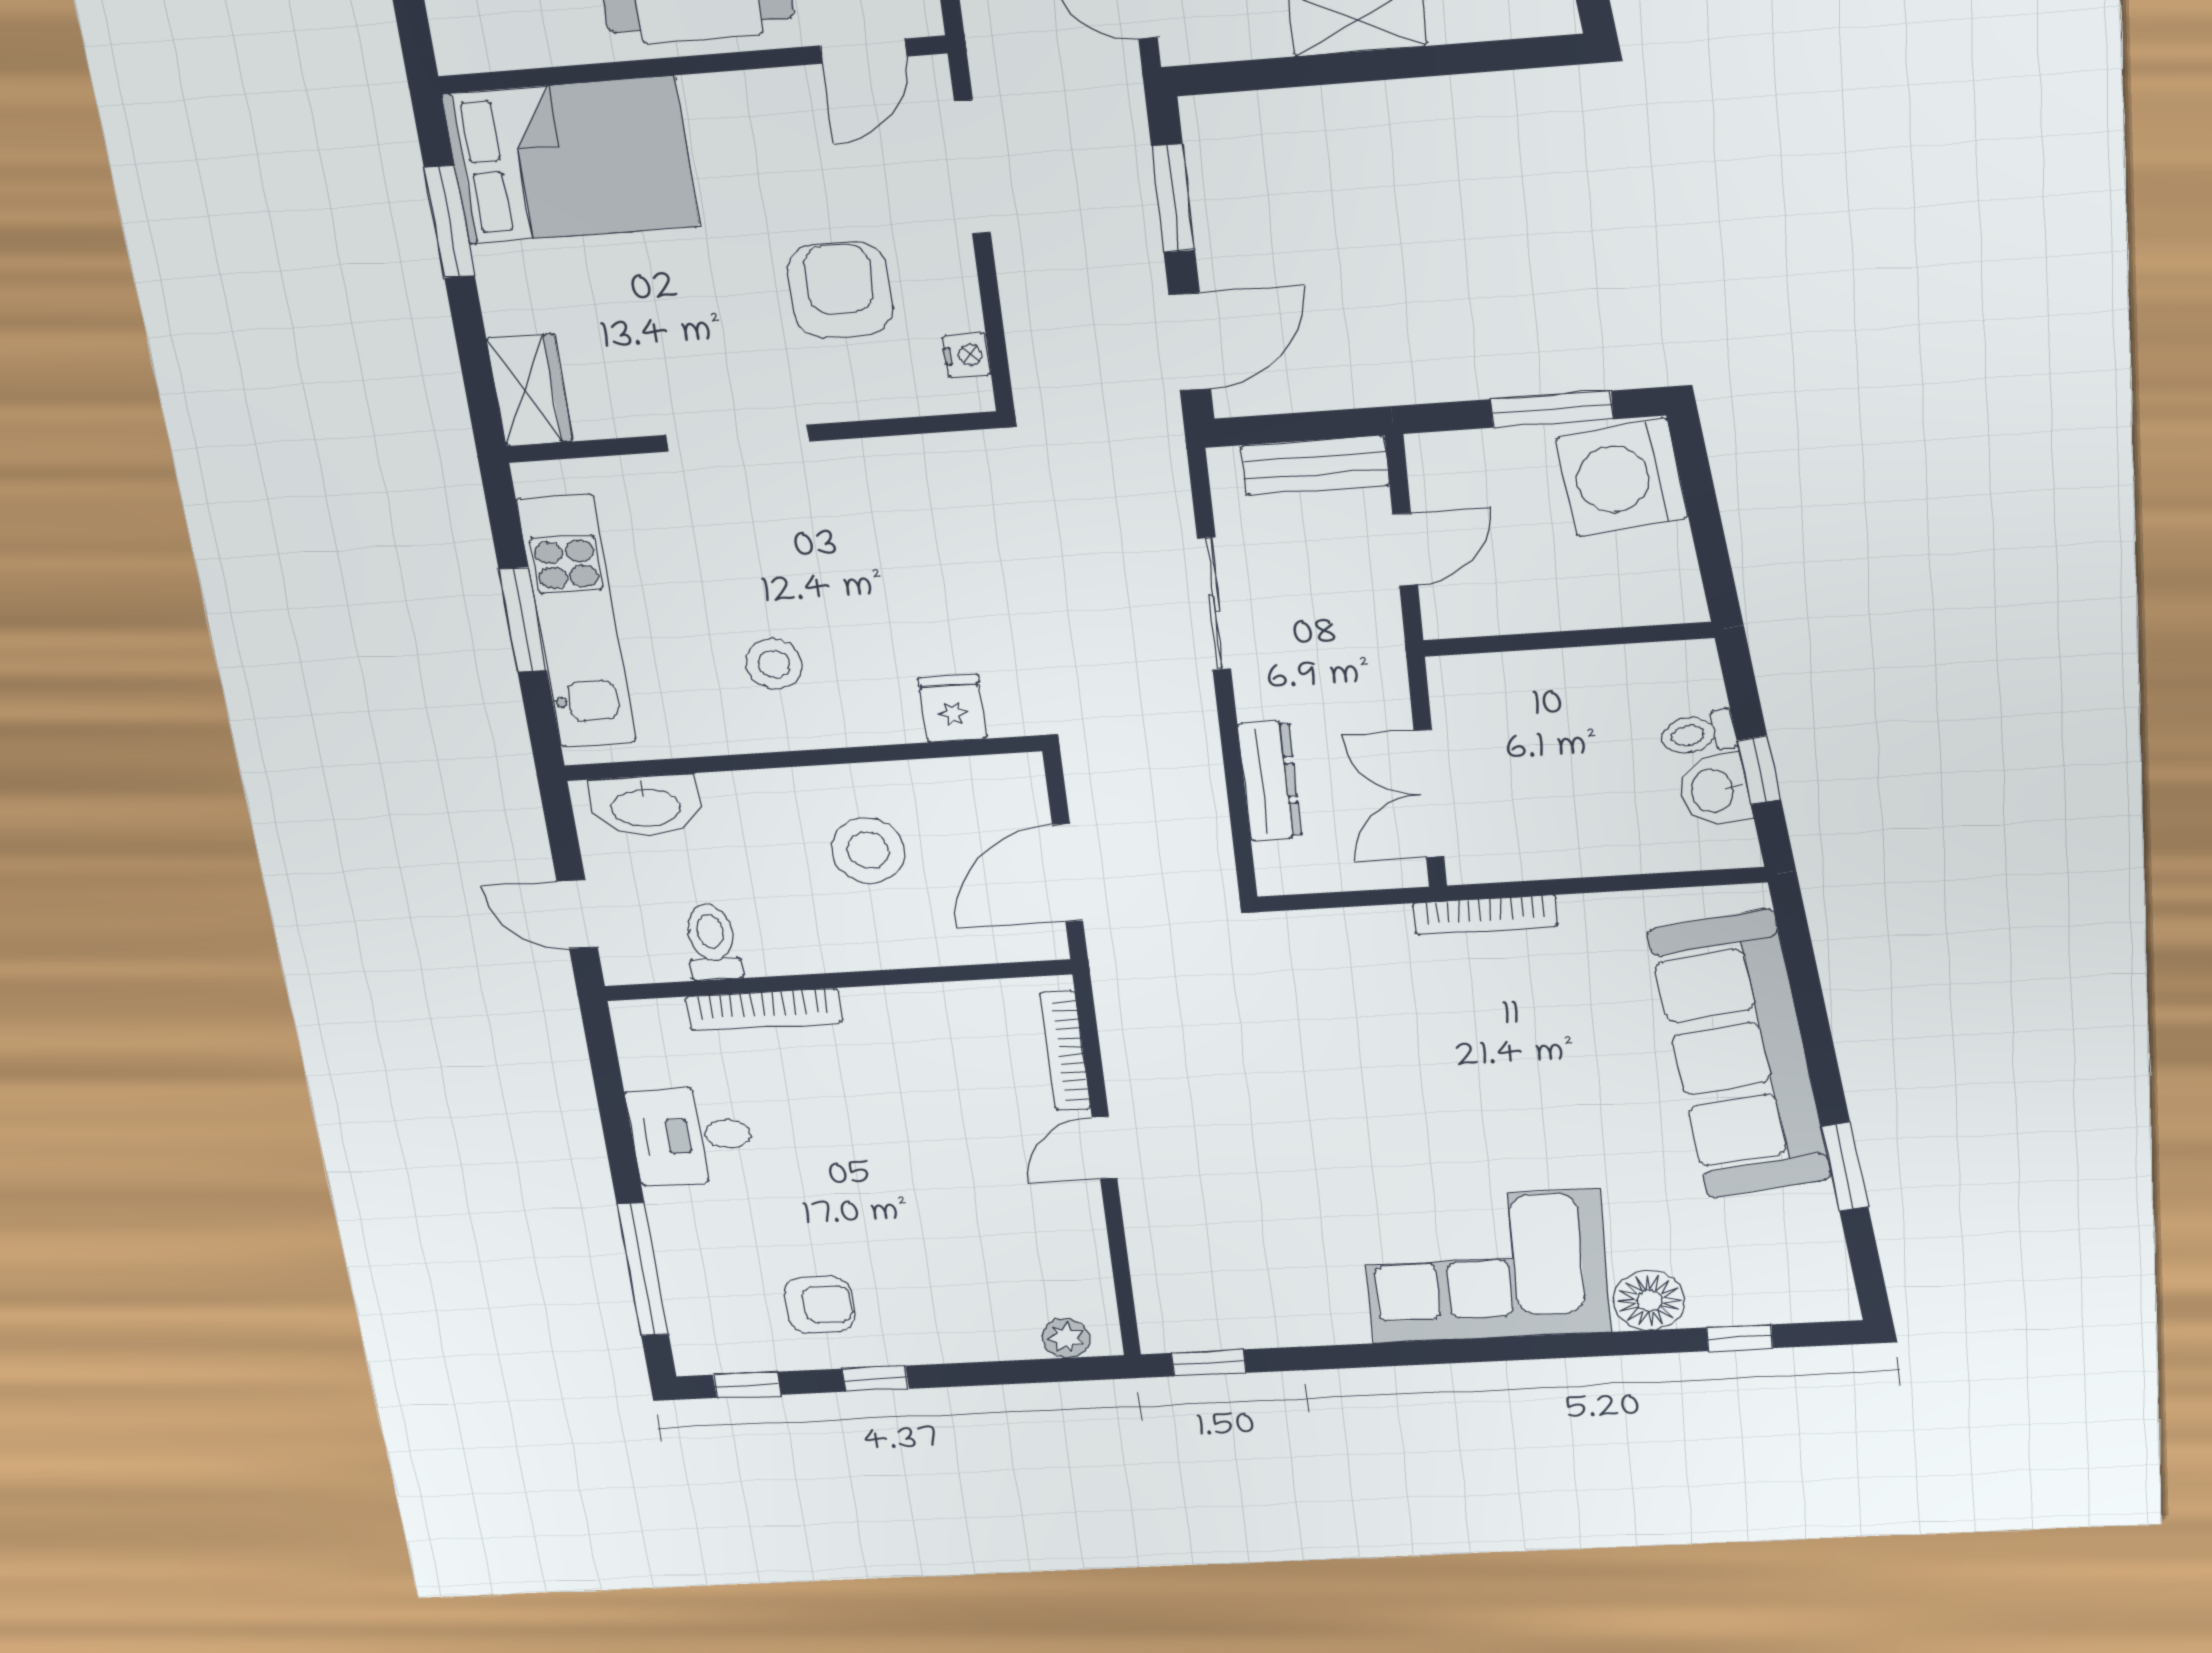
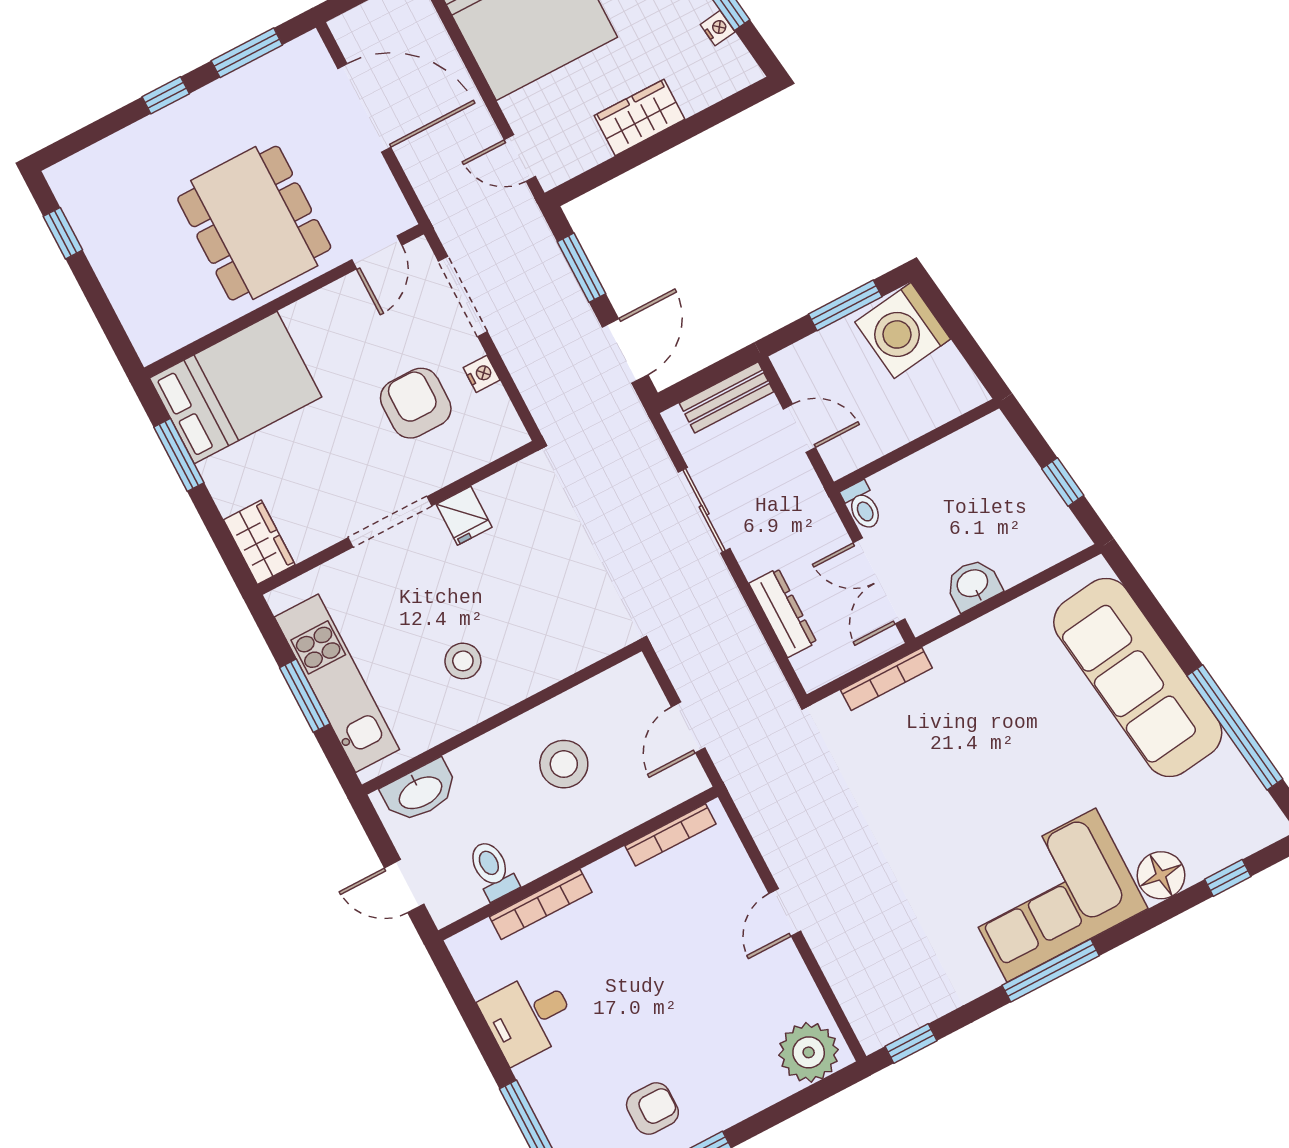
nightstand: (967, 355) -> (482, 374), moved
door: (1405, 549) -> (799, 428), hinge flipped
fridge: (952, 708) -> (464, 516), moved, turned 180
toilet: (1698, 734) -> (862, 506), moved, turned -83
washbasin: (1714, 790) -> (973, 584), moved, turned 97
door: (1068, 873) -> (688, 727), width x0.73
bookcase: (1485, 915) -> (886, 679), moved
bookcase: (1065, 1051) -> (671, 835), moved, turned -90
window: (1845, 1167) -> (1235, 727), width x2.11
plant: (1066, 1338) -> (809, 1052), width x1.88, depth x1.88
window: (1441, 1352) -> (1051, 970), added

